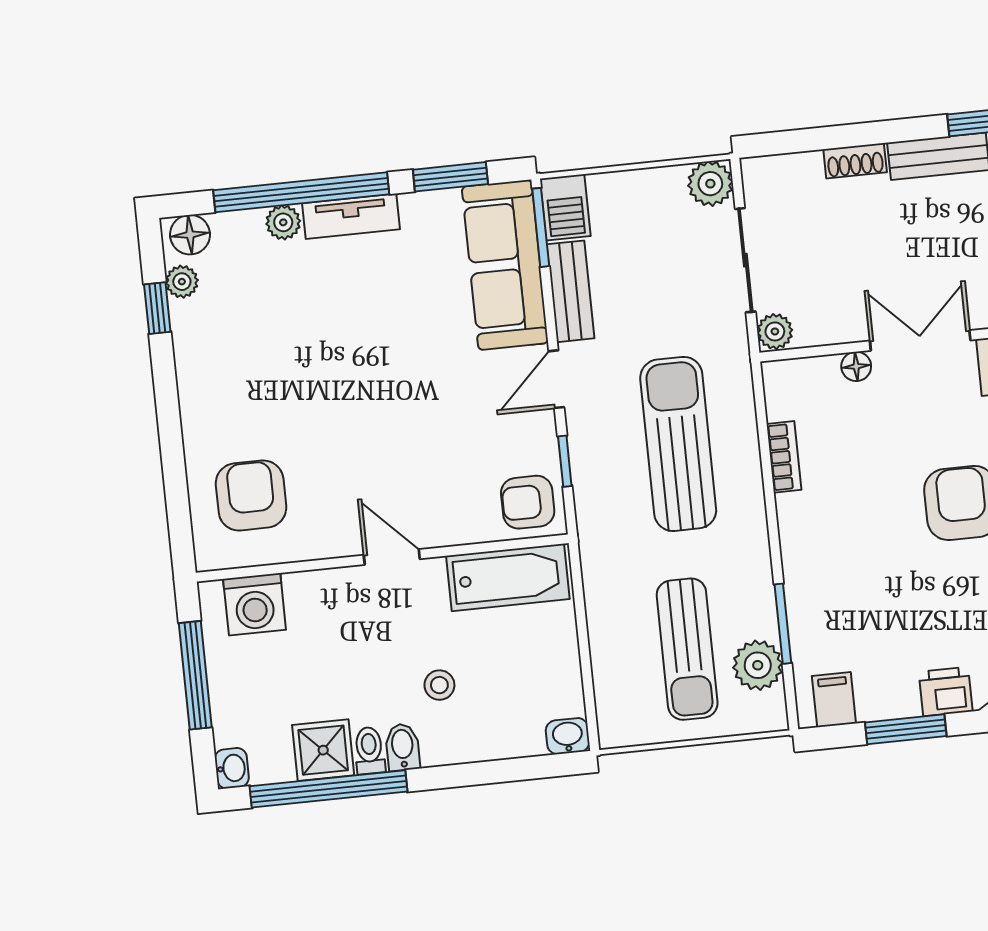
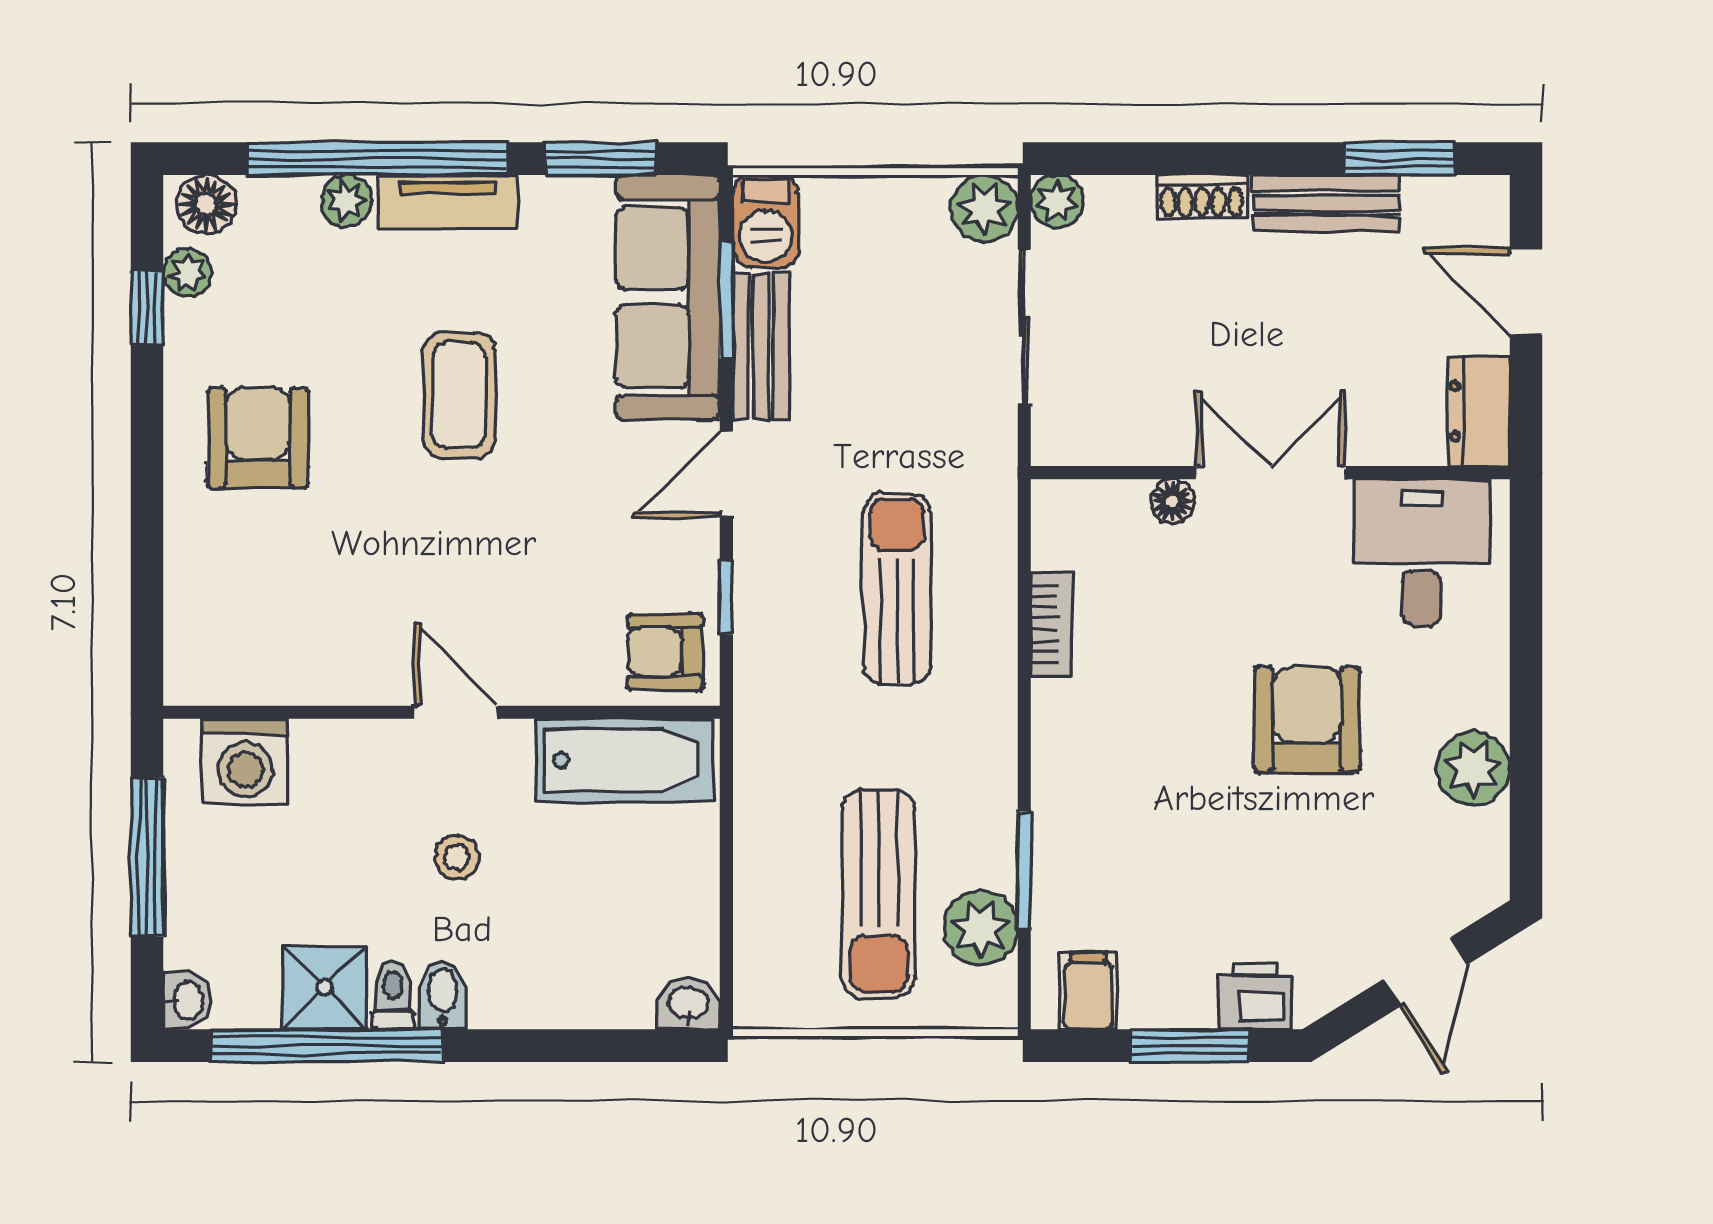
window: (541, 227) -> (726, 300), moved
plant: (775, 331) -> (1057, 201), moved
coffee table: (372, 345) -> (459, 395), added
sun lounger: (678, 444) -> (897, 589), width x0.73, depth x0.75
armchair: (251, 495) -> (258, 438), moved
stool: (439, 685) -> (457, 857), moved

